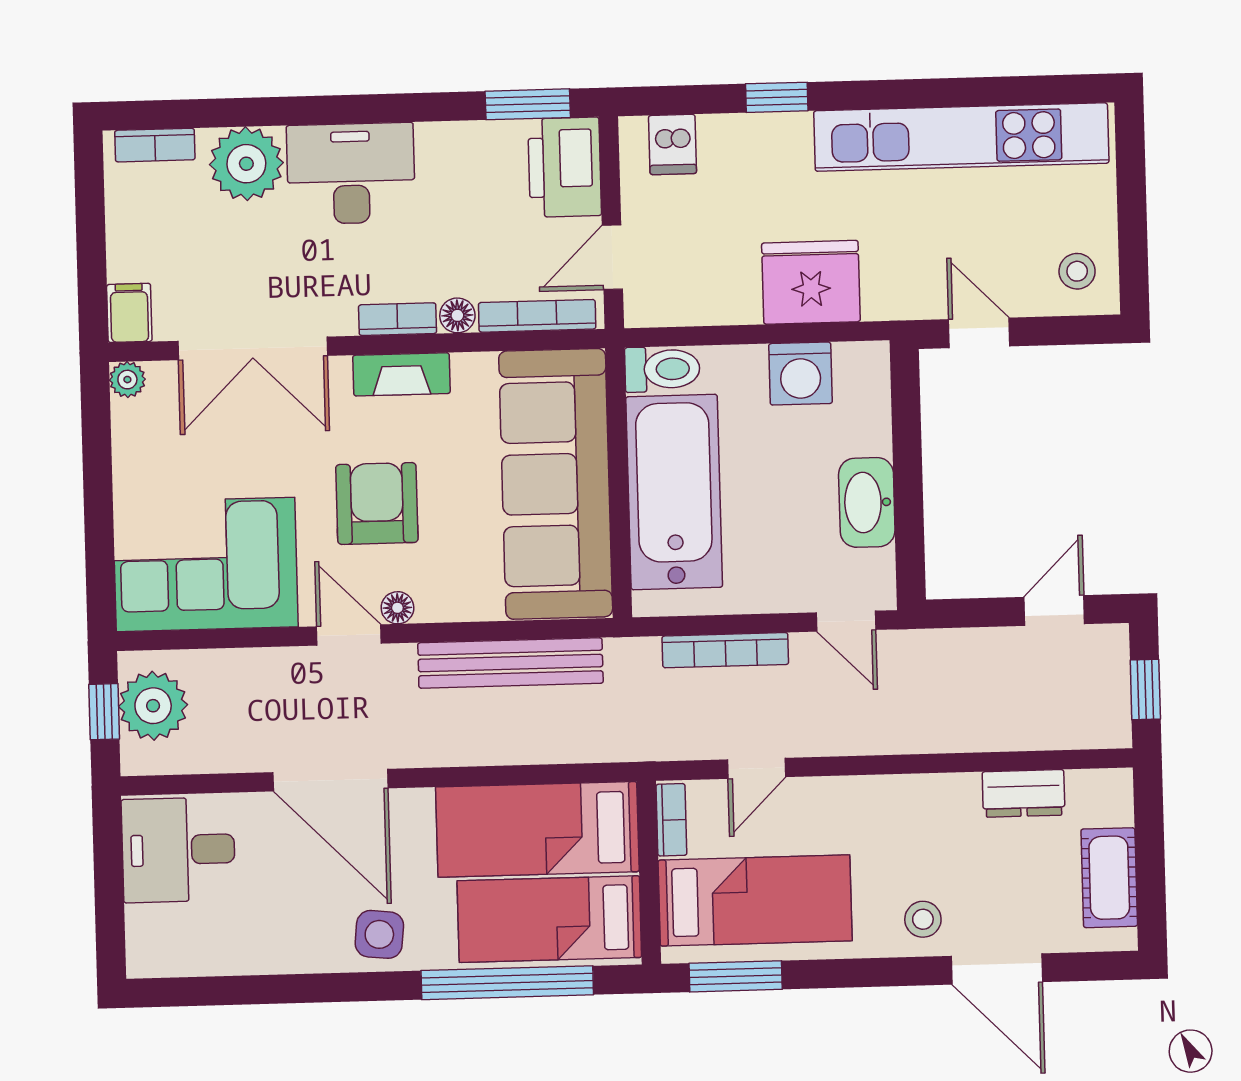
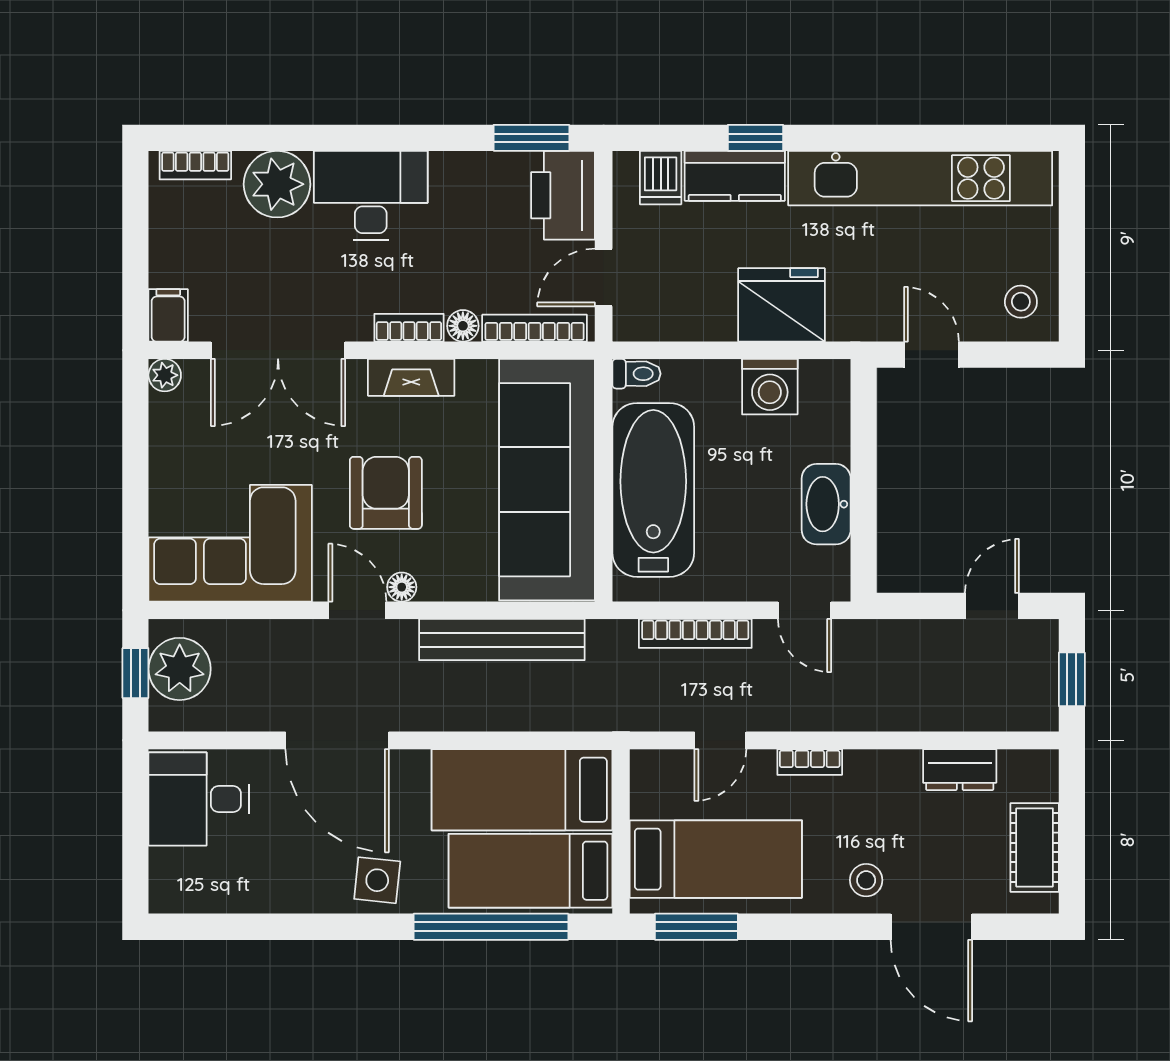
kitchen counter: (755, 140) -> (735, 176), added
toilet: (662, 369) -> (636, 374), width x0.73, depth x0.72
bookcase: (671, 820) -> (810, 762), moved, turned 90

